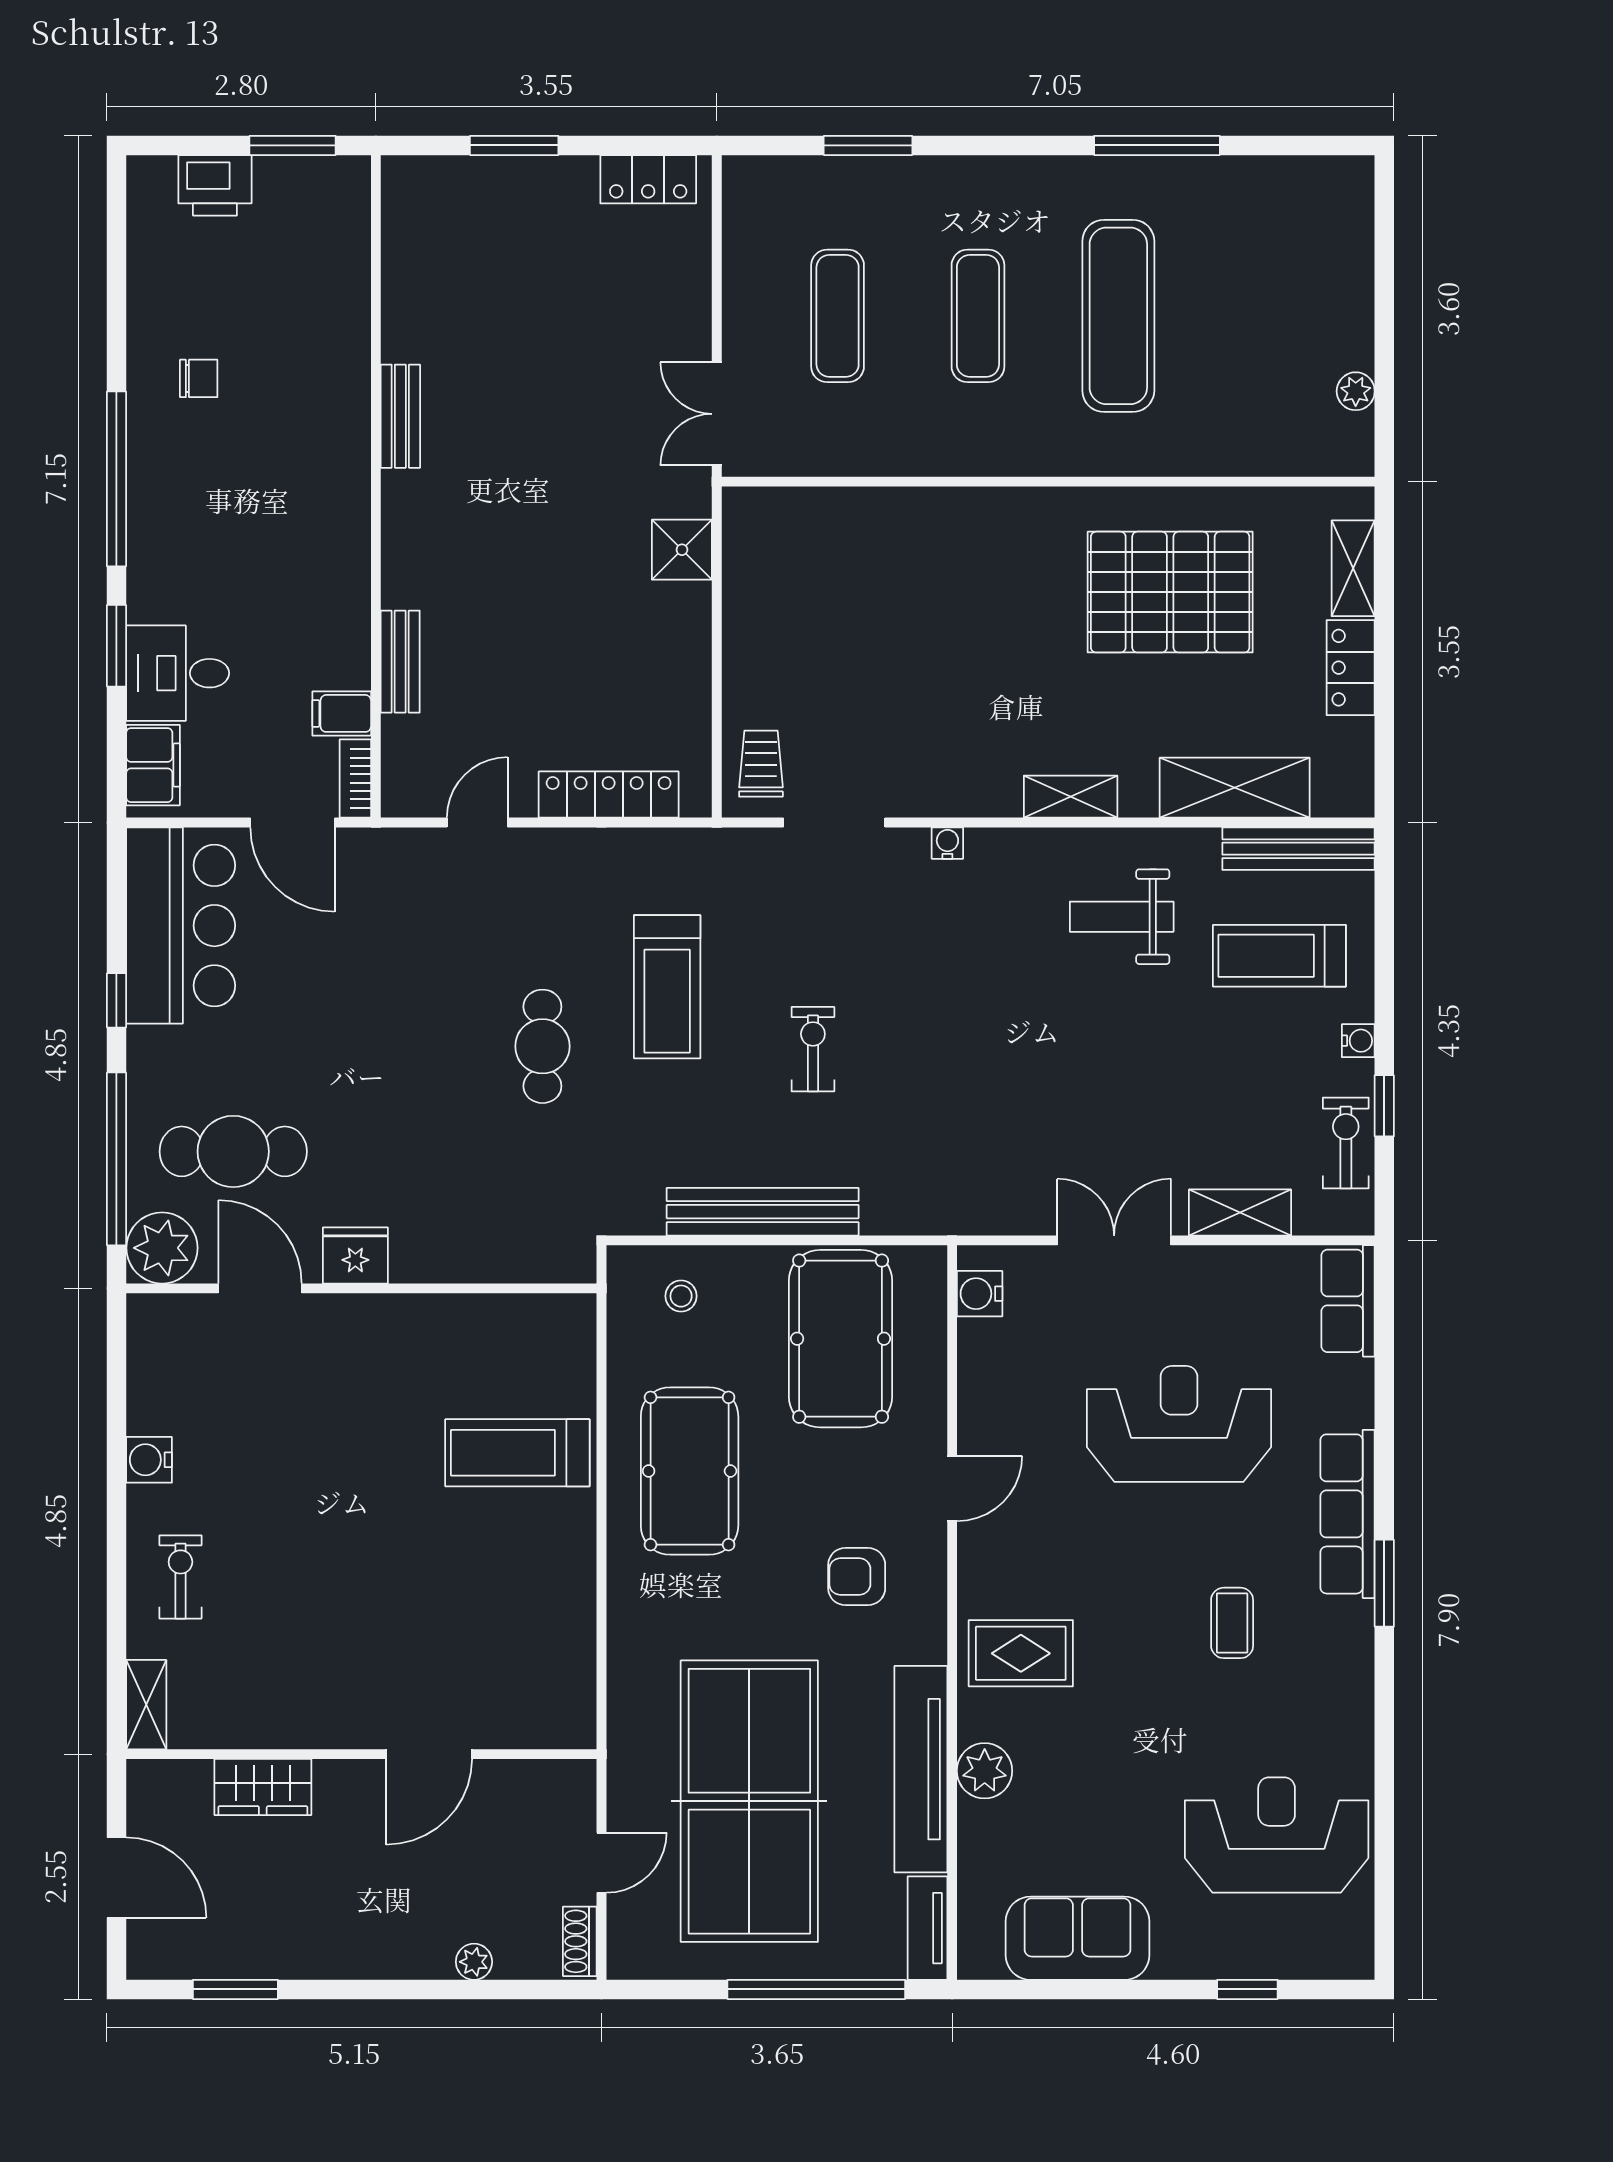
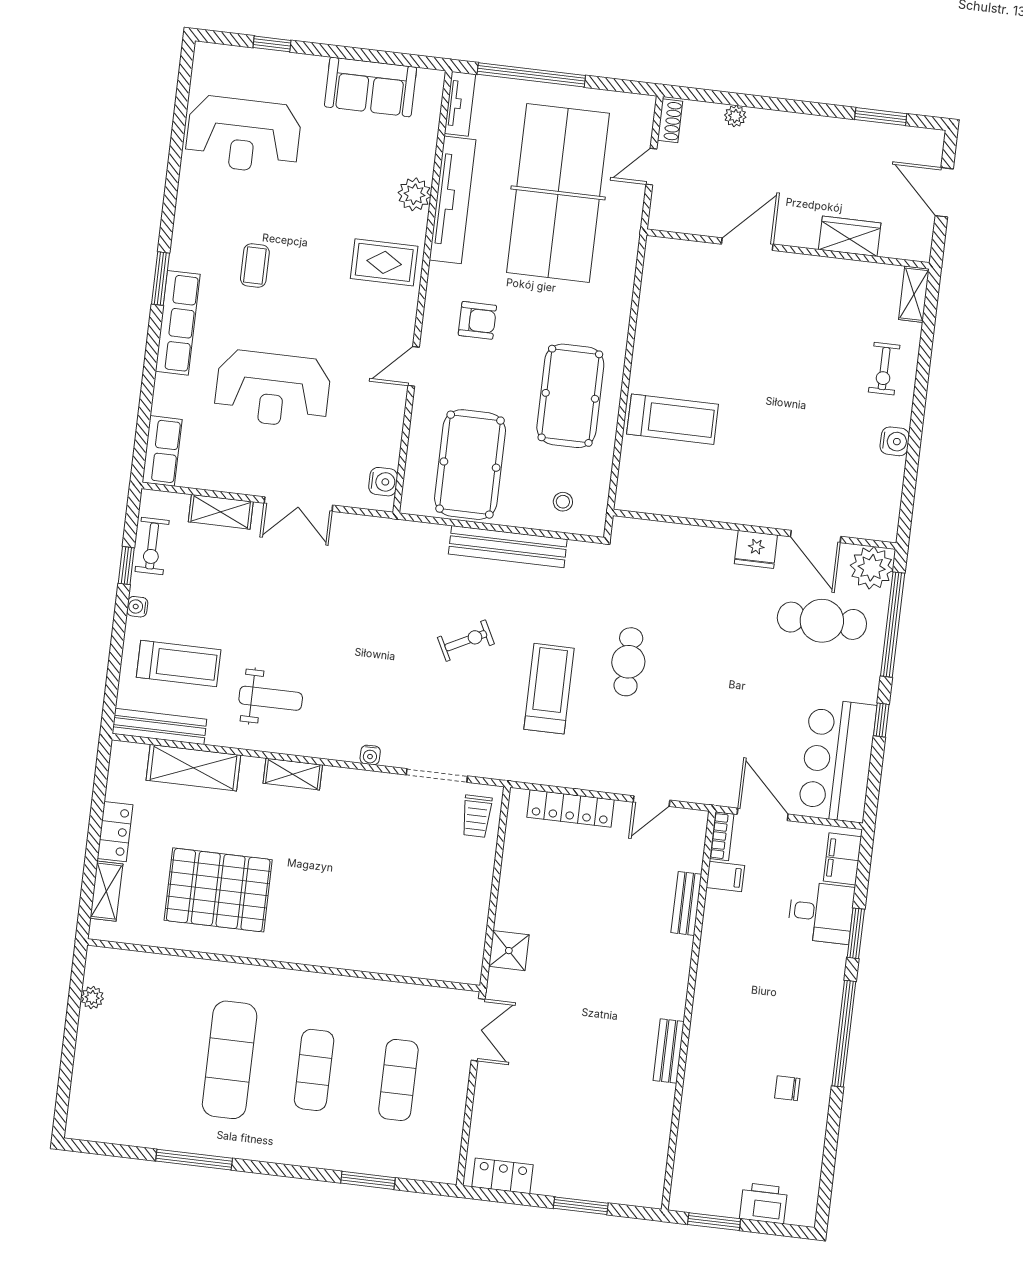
exercise bike: (813, 1049) -> (466, 641), turned -117

